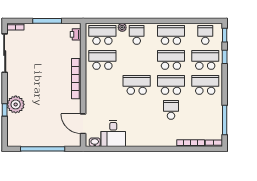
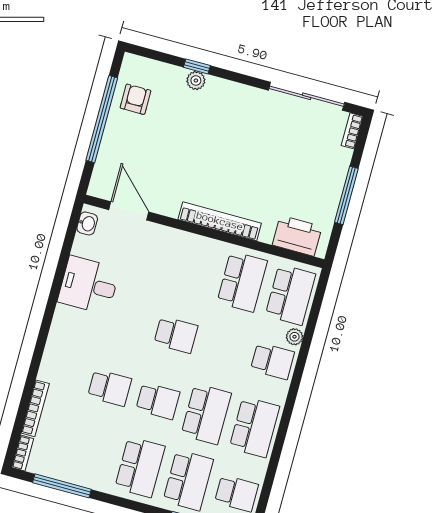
printer: (76, 34) -> (297, 236), width x1.87, depth x1.48
school desk: (137, 85) -> (176, 335), width x0.54
school desk: (171, 85) -> (158, 401), width x0.54
plant: (16, 104) -> (196, 80), width x0.53, depth x0.53
door: (83, 124) -> (129, 211), hinge flipped
desk: (113, 133) -> (89, 285), moved
armchair: (28, 135) -> (136, 99), added

